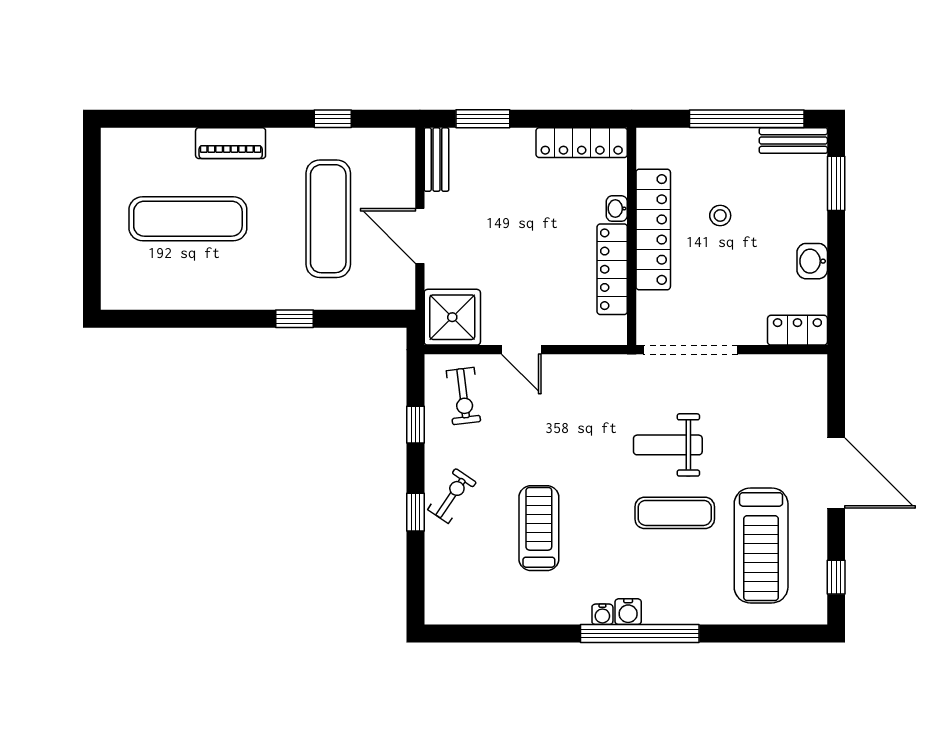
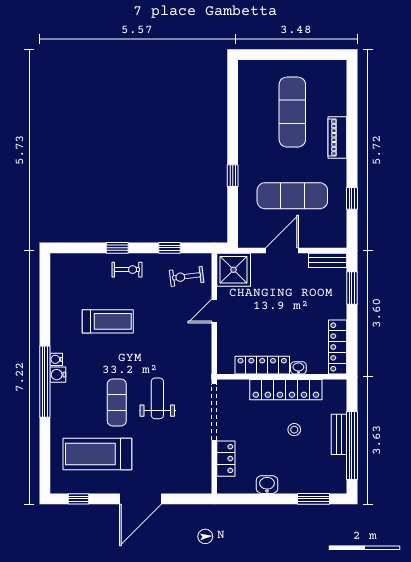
bench: (793, 140) -> (339, 434), moved
locker: (797, 330) -> (226, 459), moved
exercise bike: (452, 496) -> (127, 270), turned -34

